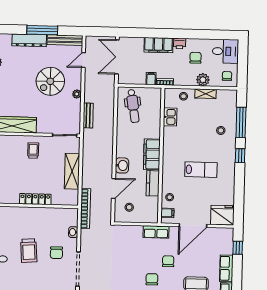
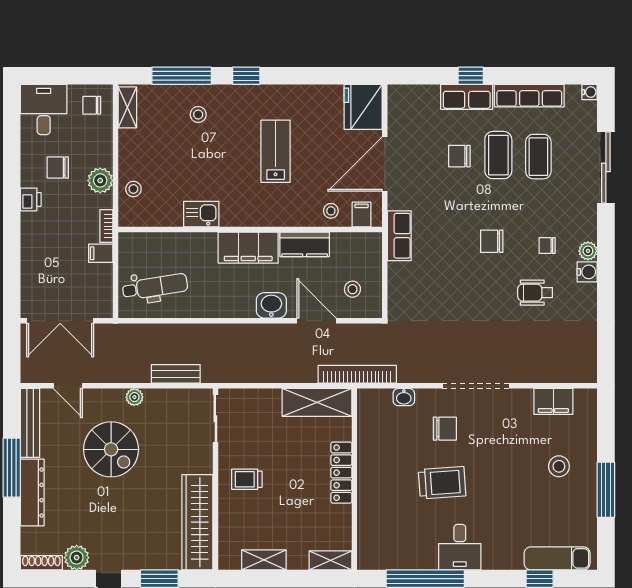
filing cabinet: (158, 45) -> (35, 240), removed
plant: (203, 80) -> (100, 180), moved
shelving: (206, 94) -> (127, 107), moved
kitchen sink: (170, 117) -> (201, 214), moved
shelving: (72, 171) -> (317, 402), moved
door: (193, 225) -> (385, 164), swing flipped
window: (238, 248) -> (471, 76), moved
chair: (168, 261) -> (459, 156), moved

